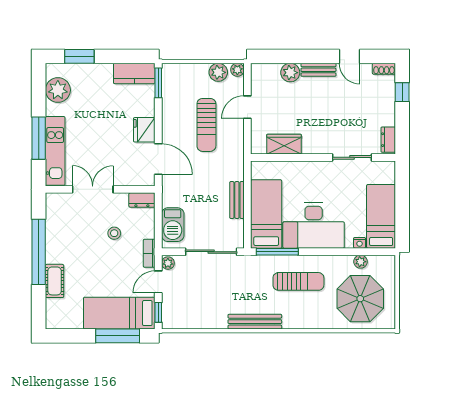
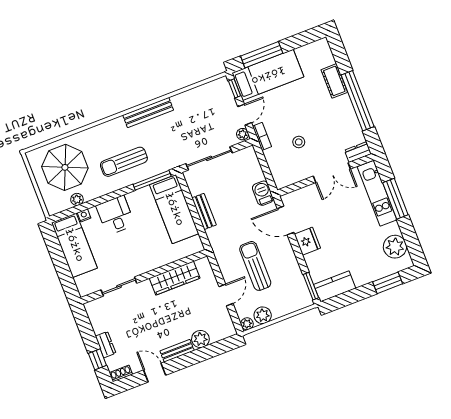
dresser: (388, 140) -> (106, 345), moved
wardrobe: (284, 144) -> (175, 278), width x1.50
dresser: (142, 200) -> (358, 152), moved
barbecue: (173, 225) -> (263, 193), moved, width x0.73, depth x0.79
desk: (314, 225) -> (115, 215), width x0.53, depth x0.77

